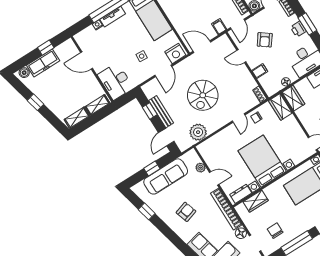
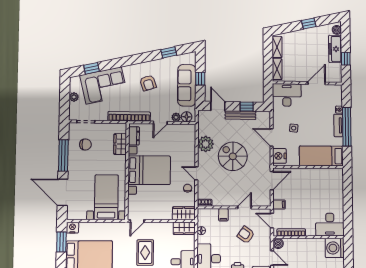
plant: (198, 132) -> (206, 144), moved
floor lamp: (241, 233) -> (187, 117), moved

